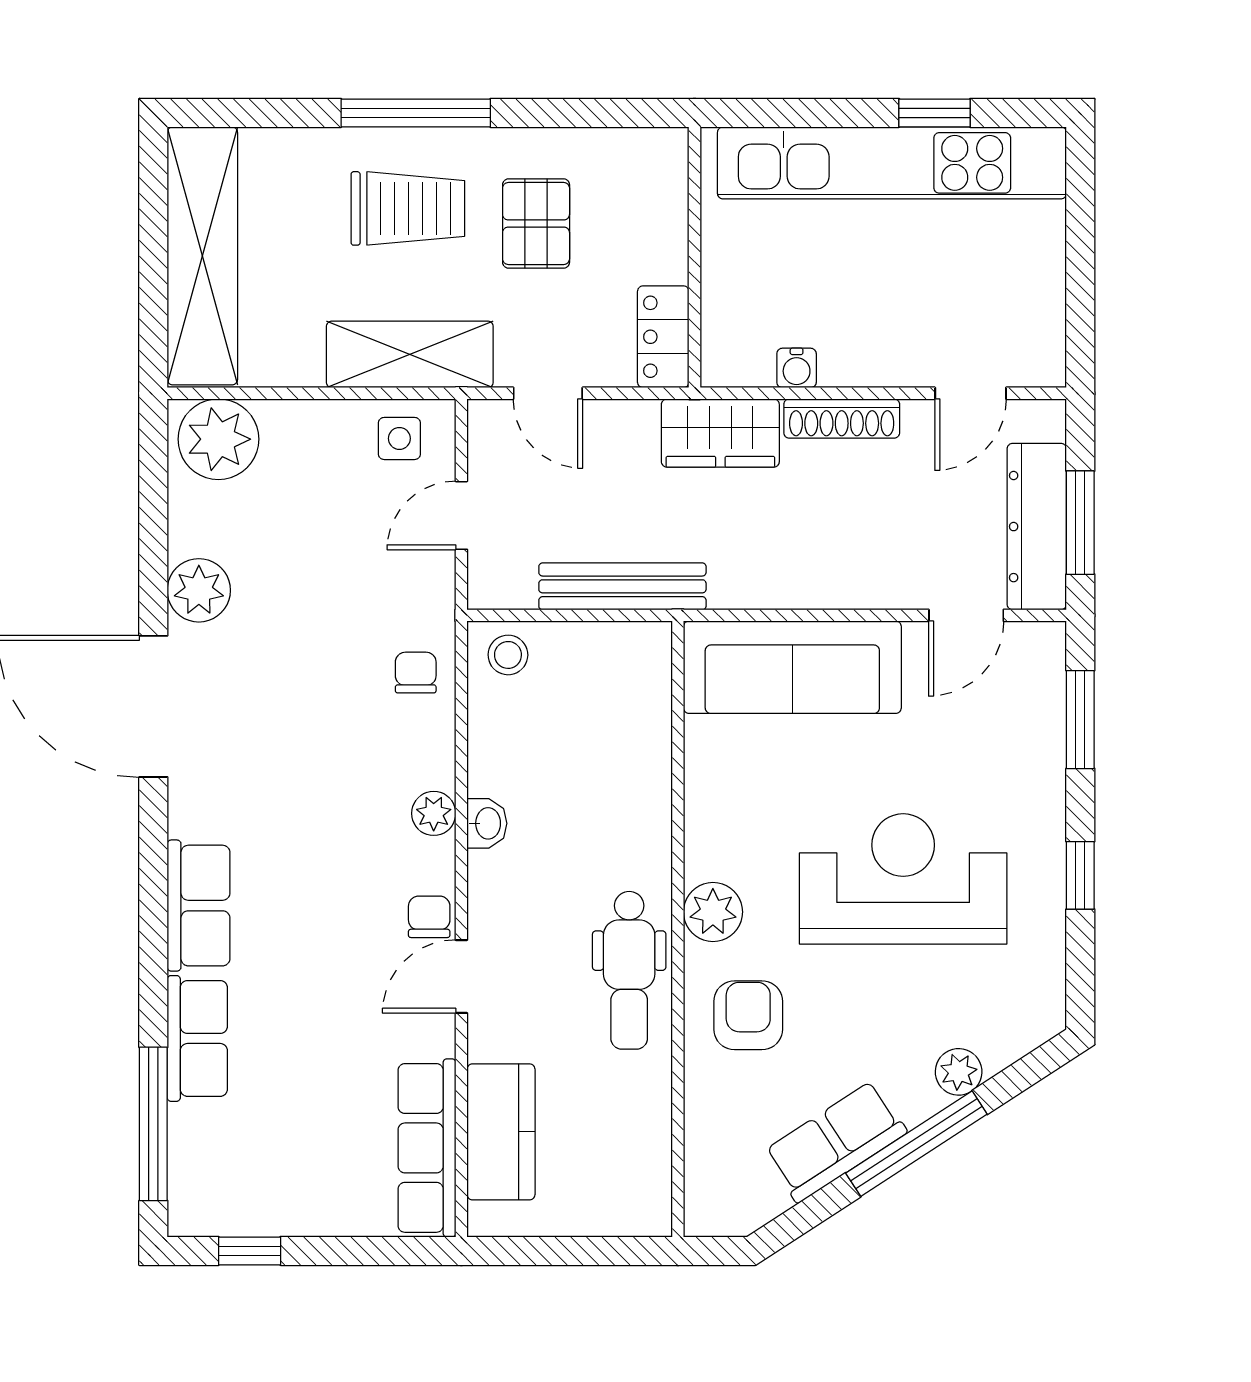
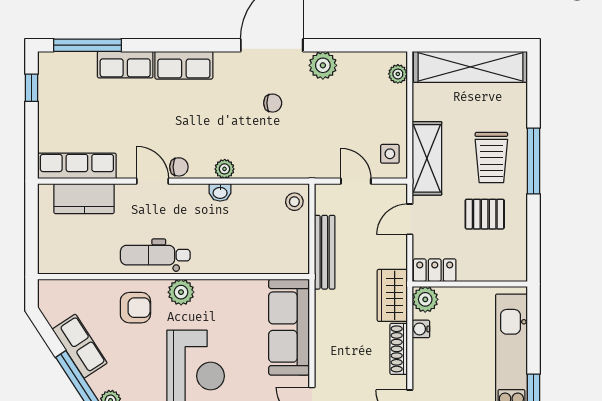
plant: (729, 358) -> (425, 299), added
plant: (218, 439) -> (398, 74), width x0.53, depth x0.53
chair: (416, 673) -> (273, 103), moved

